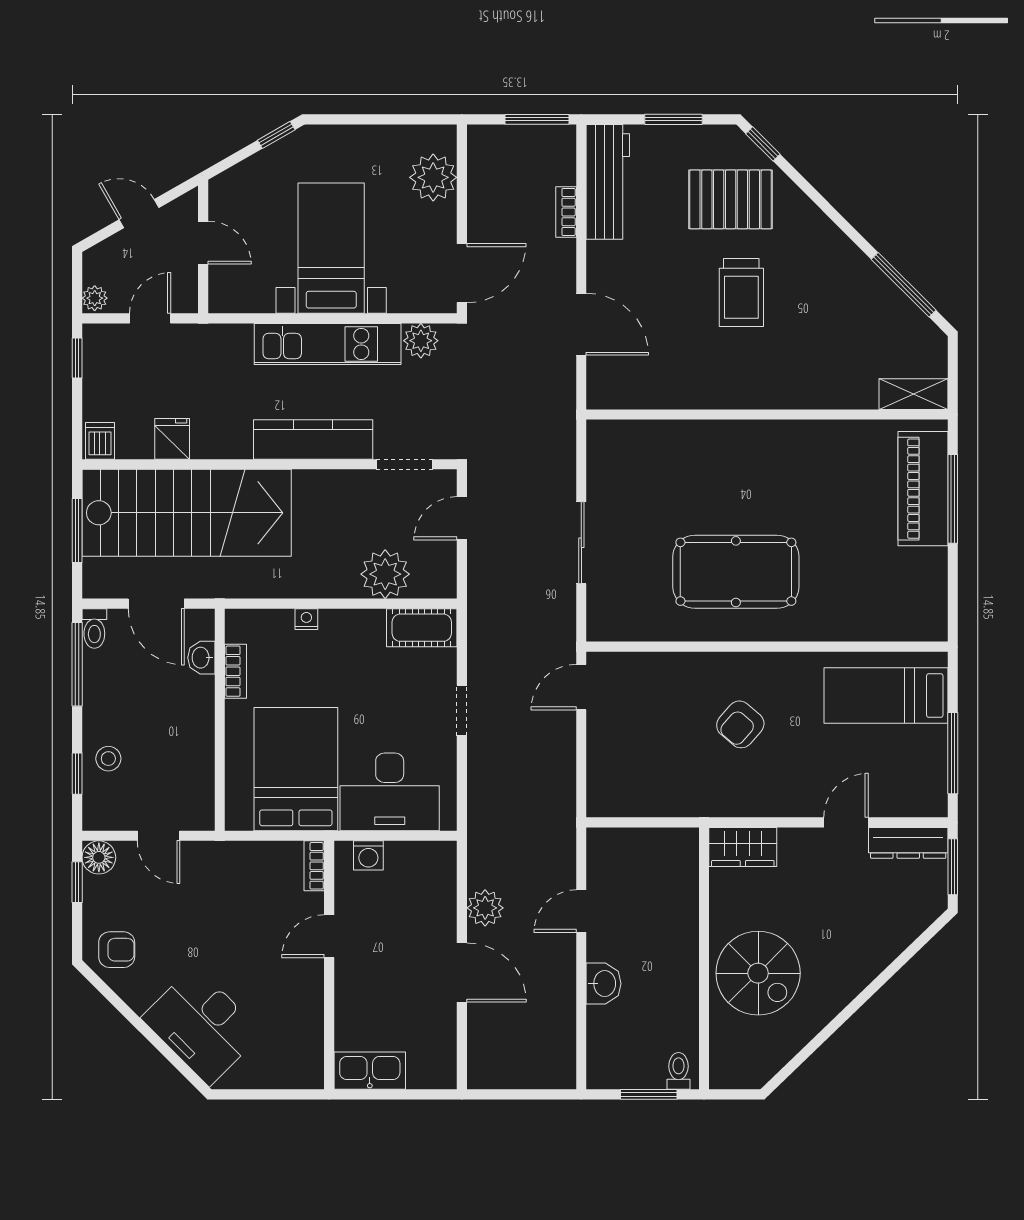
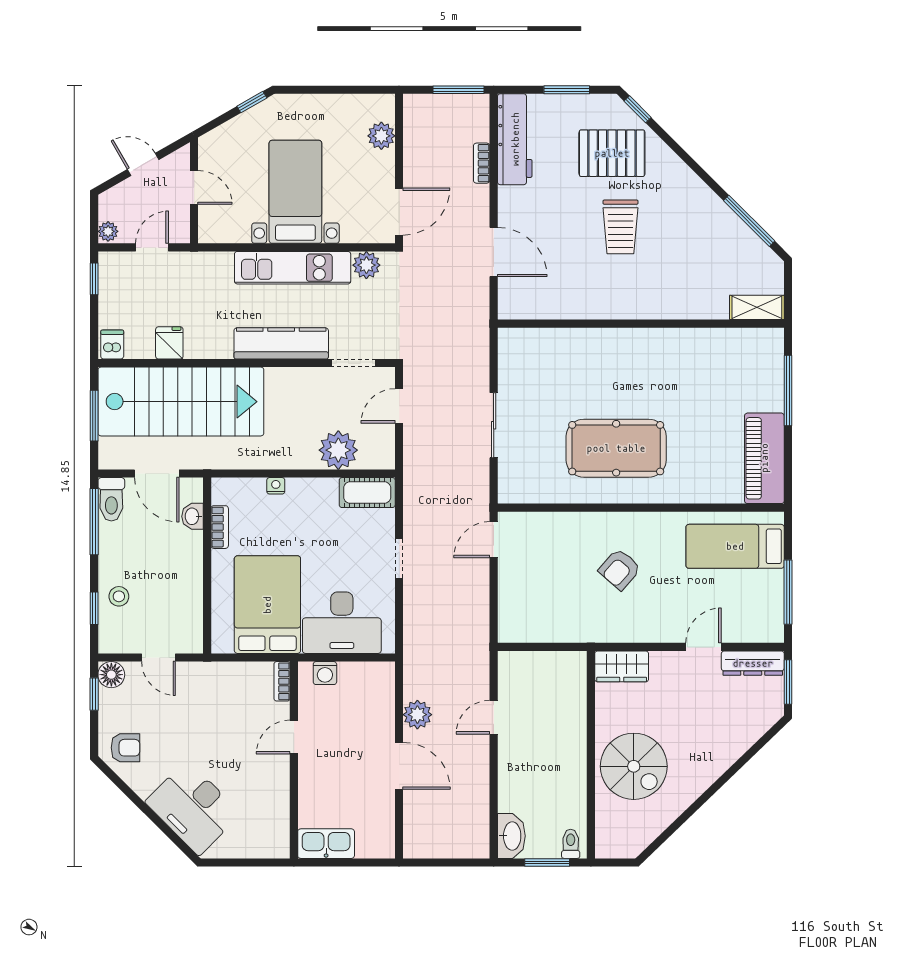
plant: (433, 177) -> (381, 136), width x0.73, depth x0.73
piano: (923, 489) -> (764, 458), moved
toilet: (94, 628) -> (111, 499), width x1.37, depth x1.39
washbasin: (604, 984) -> (511, 836), moved, width x1.38

